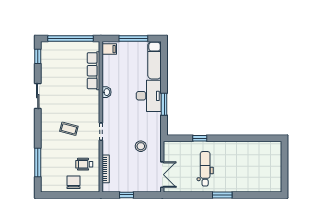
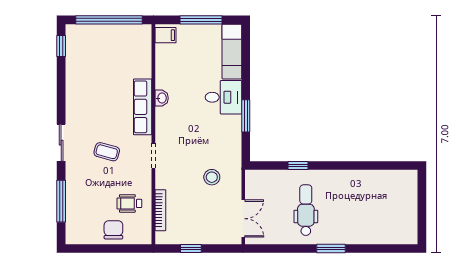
row of seats: (93, 71) -> (143, 107), moved
sliding door: (38, 96) -> (61, 143), moved
desk: (149, 96) -> (223, 97), width x0.73

